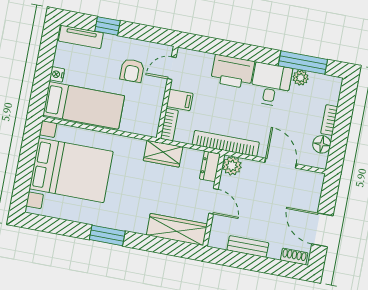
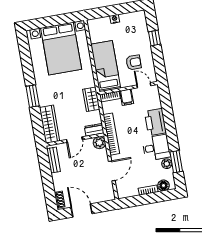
tv unit: (81, 37) -> (142, 25), removed
window: (303, 63) -> (176, 162), width x0.69
armchair: (132, 71) -> (134, 62), turned 180
bed: (84, 105) -> (106, 66), moved, turned 180
floor lamp: (322, 144) -> (163, 185), moved
door: (322, 230) -> (82, 210), hinge flipped
window: (107, 235) -> (33, 96), moved
bench: (248, 246) -> (53, 160), moved

